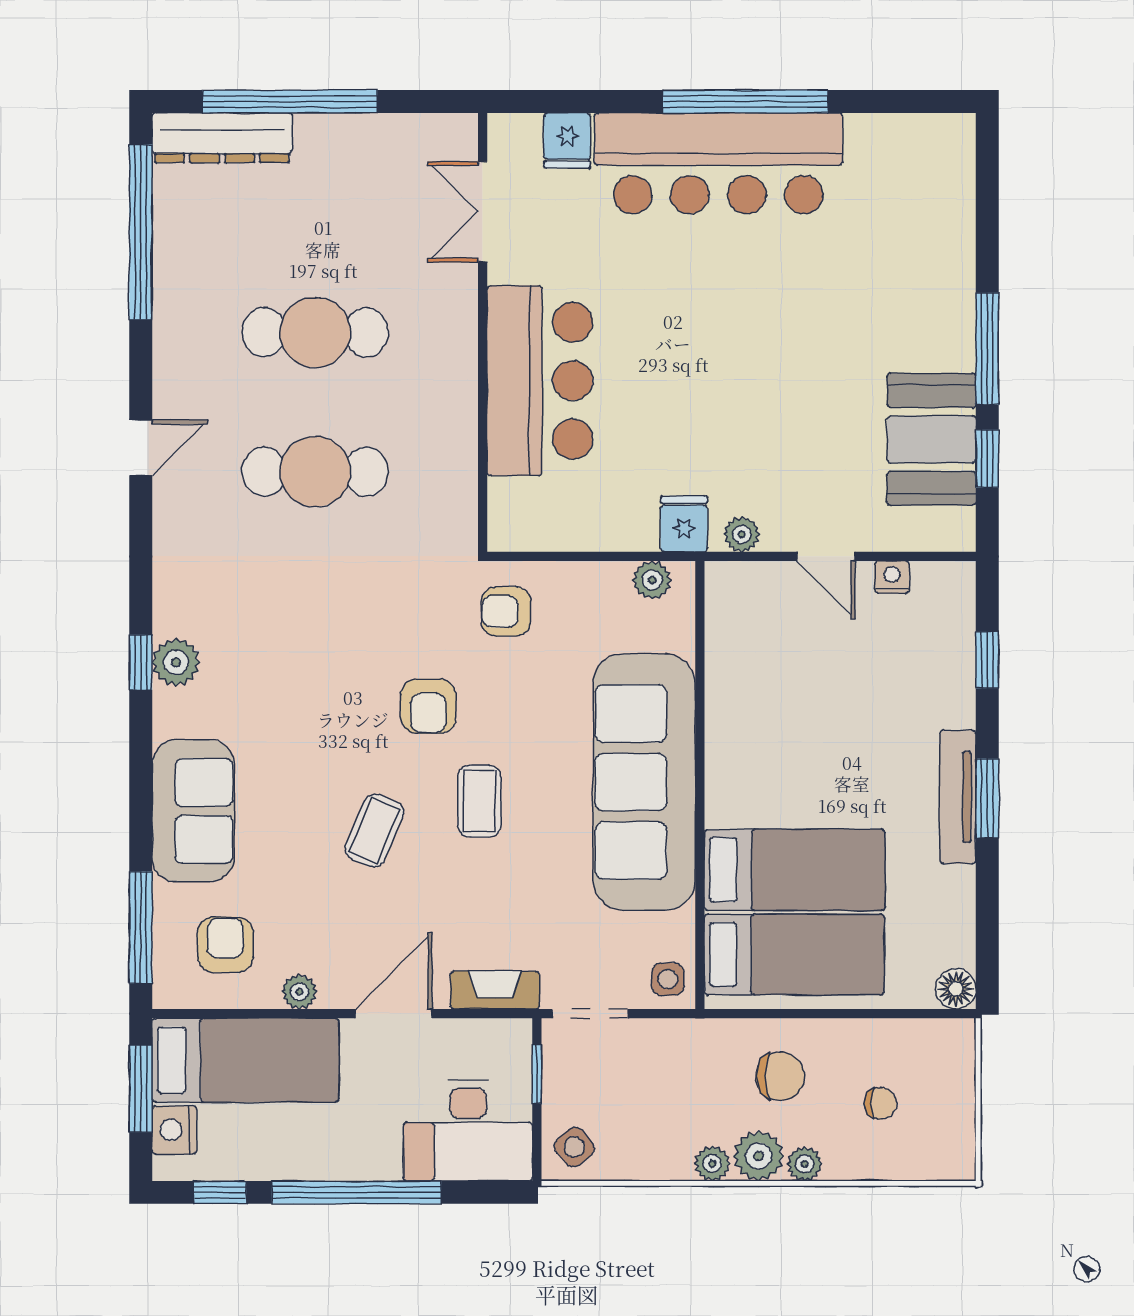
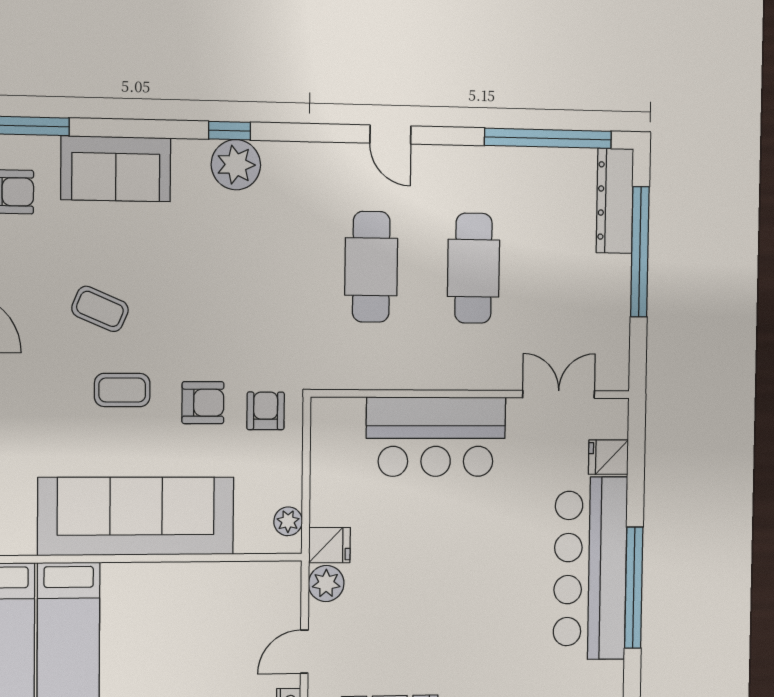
plant: (742, 534) -> (326, 584), width x1.38, depth x1.38
plant: (176, 662) -> (236, 165), width x1.36, depth x1.36
armchair: (428, 706) -> (203, 403), moved, turned 180

